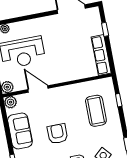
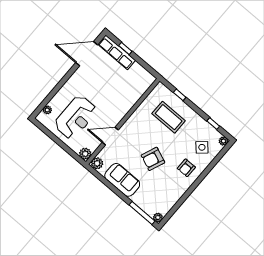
row of seats: (101, 55) -> (117, 52), moved
armchair: (57, 134) -> (153, 159), turned -68

